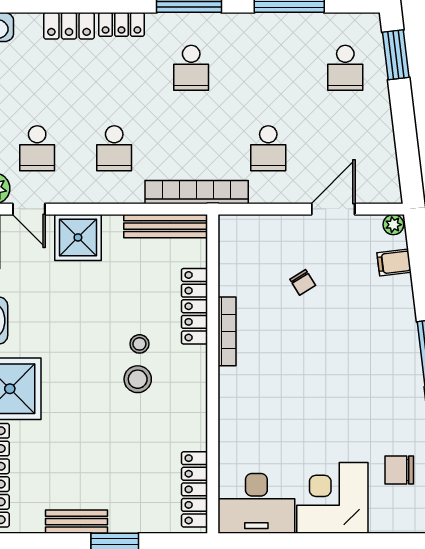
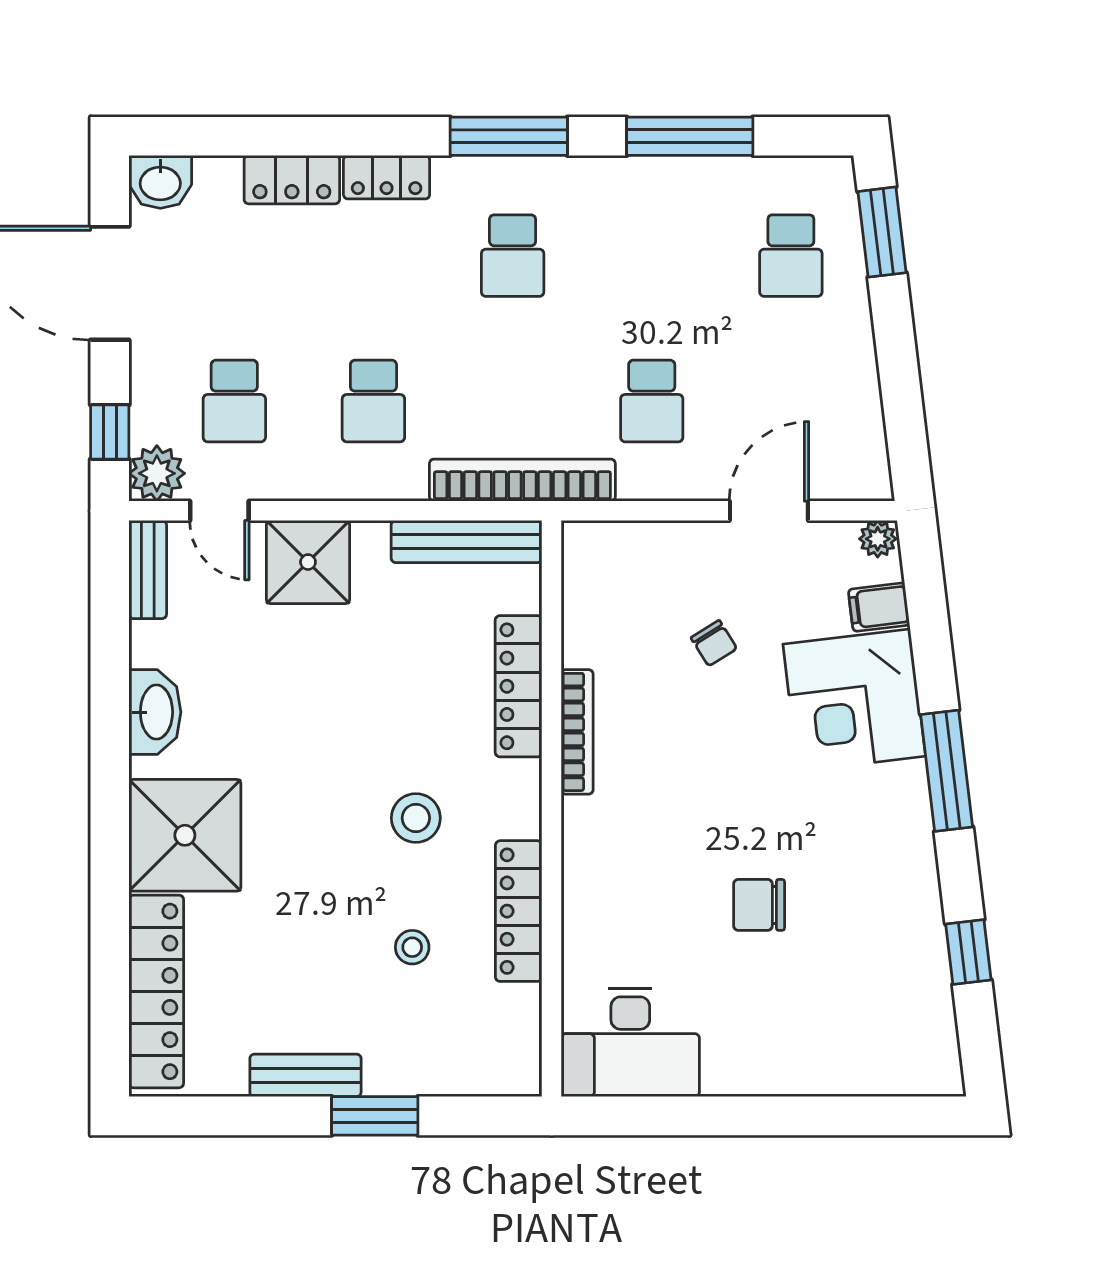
stool: (139, 344) -> (412, 947), moved
chair: (399, 470) -> (759, 905), moved
locker: (195, 489) -> (519, 911), moved
corner desk: (332, 498) -> (854, 700), moved, turned -97

